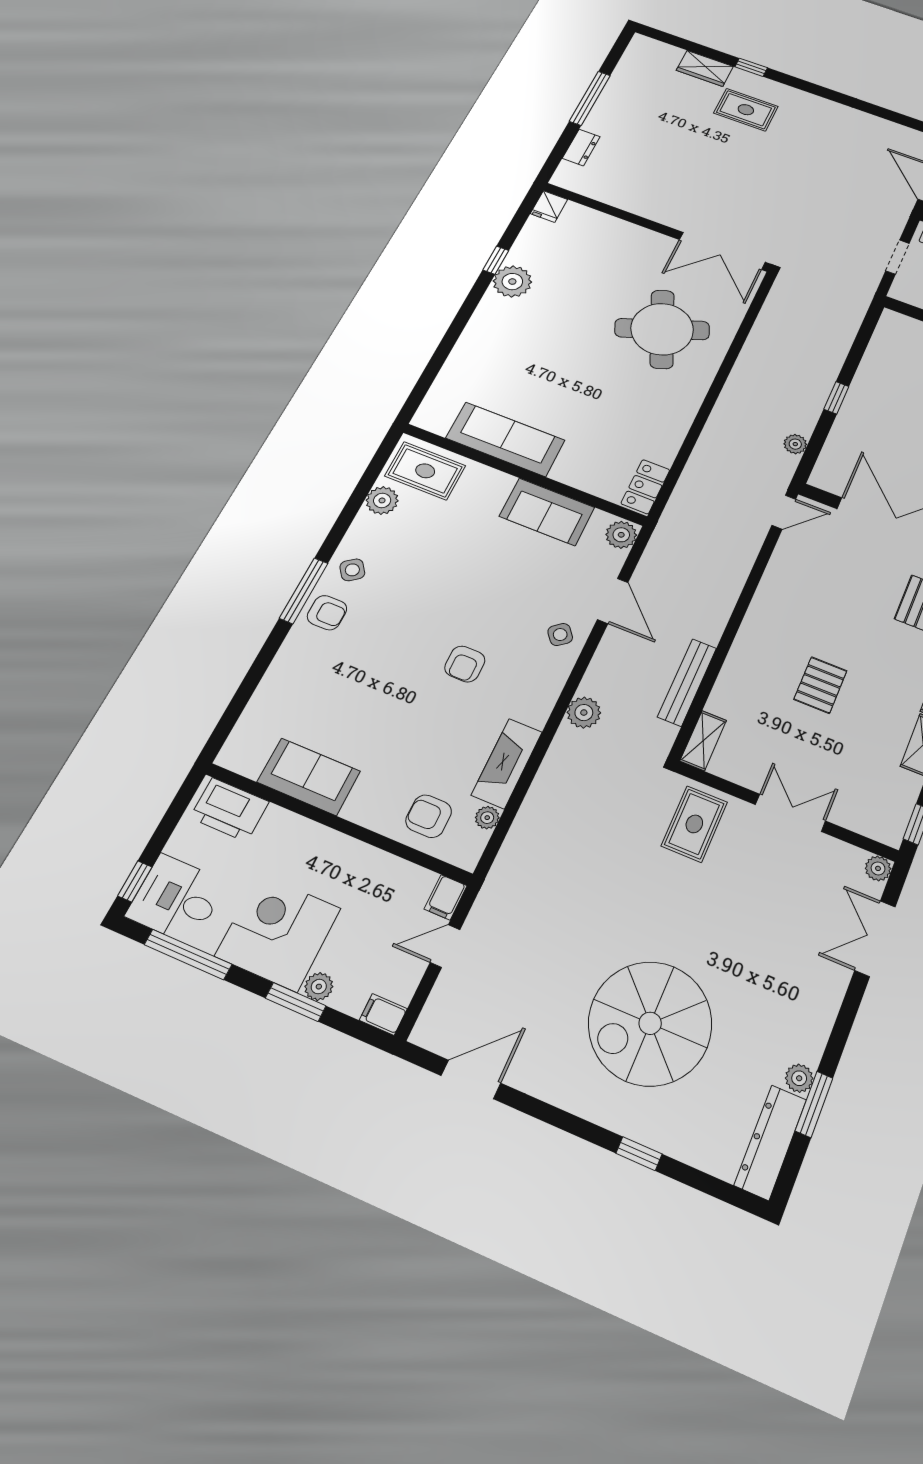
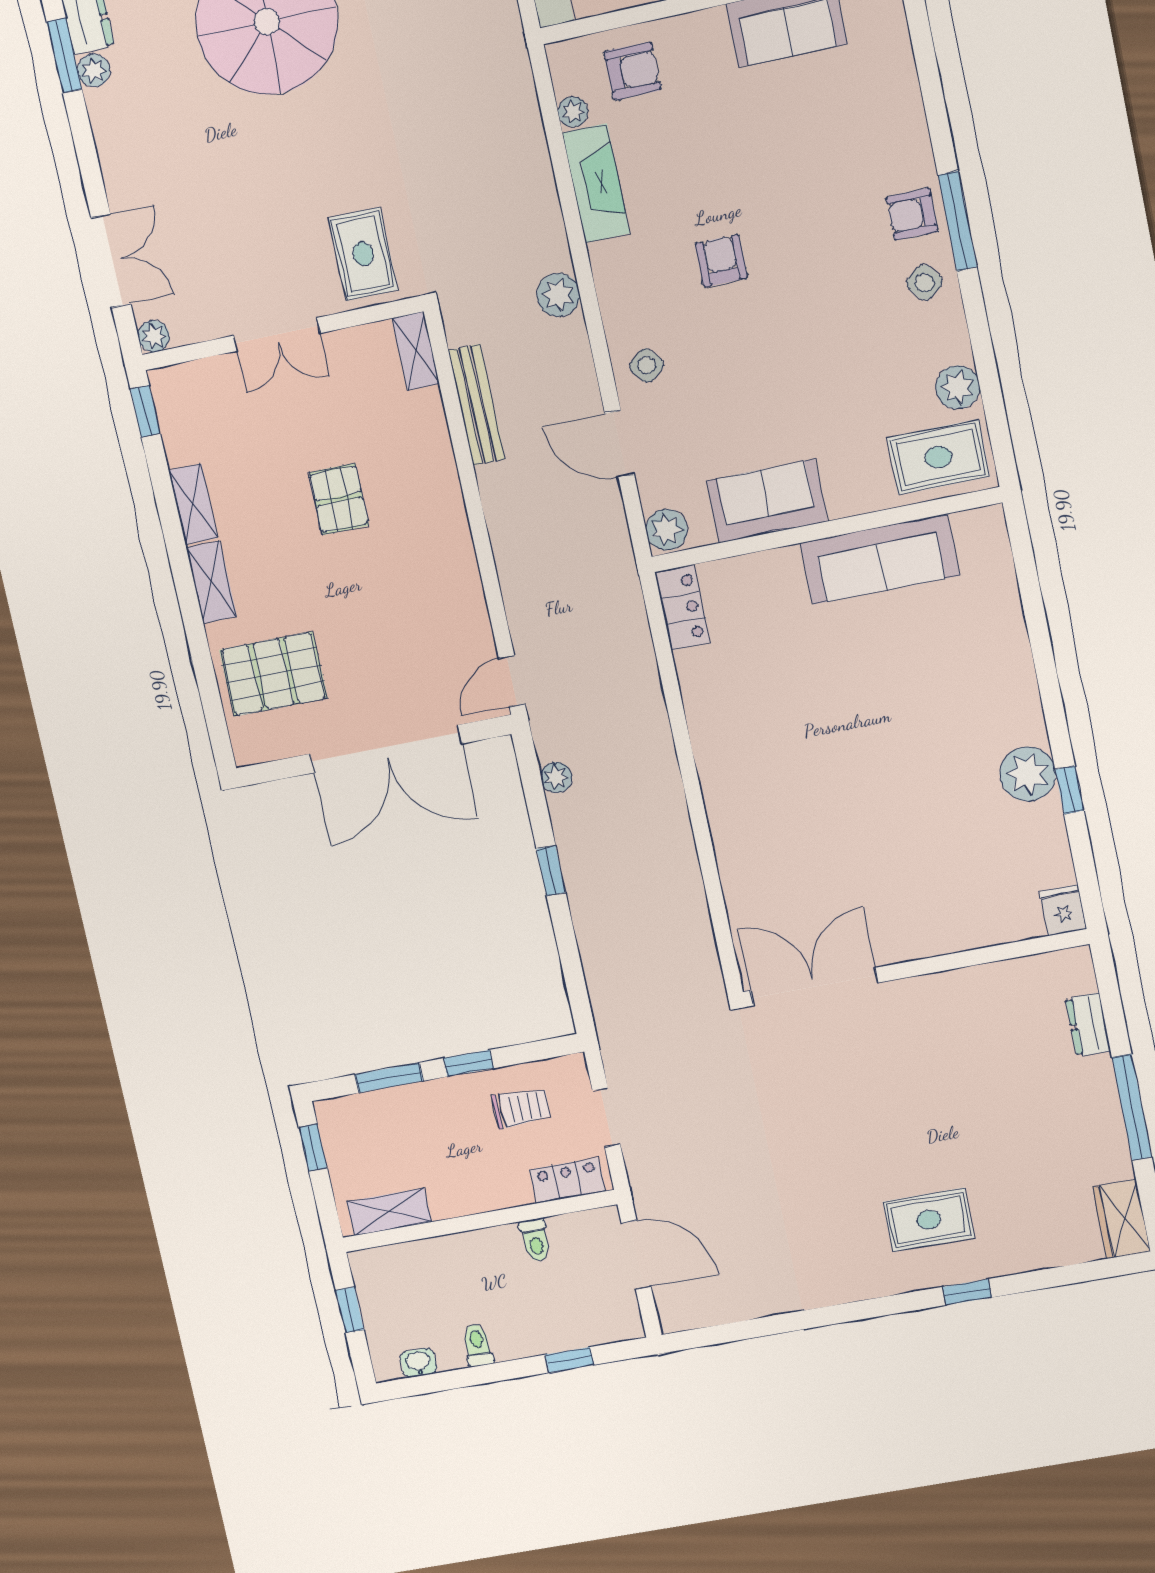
wardrobe: (705, 68) -> (1121, 1219), moved, turned -90
round table: (662, 329) -> (808, 828), removed

